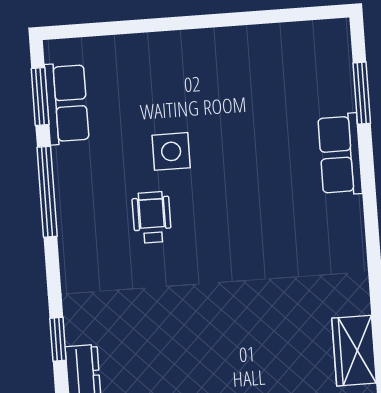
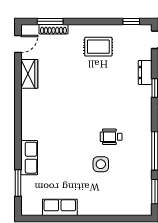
row of seats: (67, 103) -> (60, 207), moved, turned 90
wheelchair: (152, 217) -> (111, 137), turned 90

